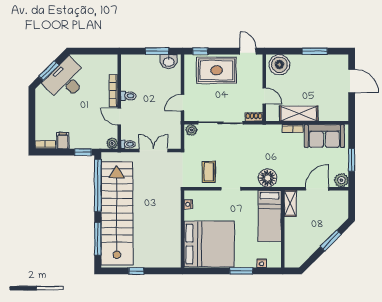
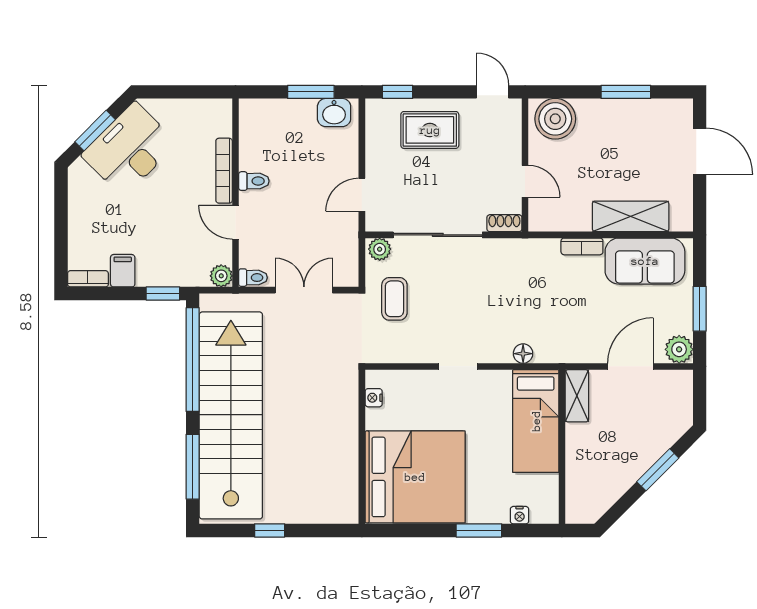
rug: (217, 70) -> (430, 130), width x0.73, depth x0.70
shelving: (299, 114) -> (631, 216), moved
coffee table: (209, 172) -> (394, 299), moved
floor lamp: (268, 178) -> (523, 354), width x0.53, depth x0.53

